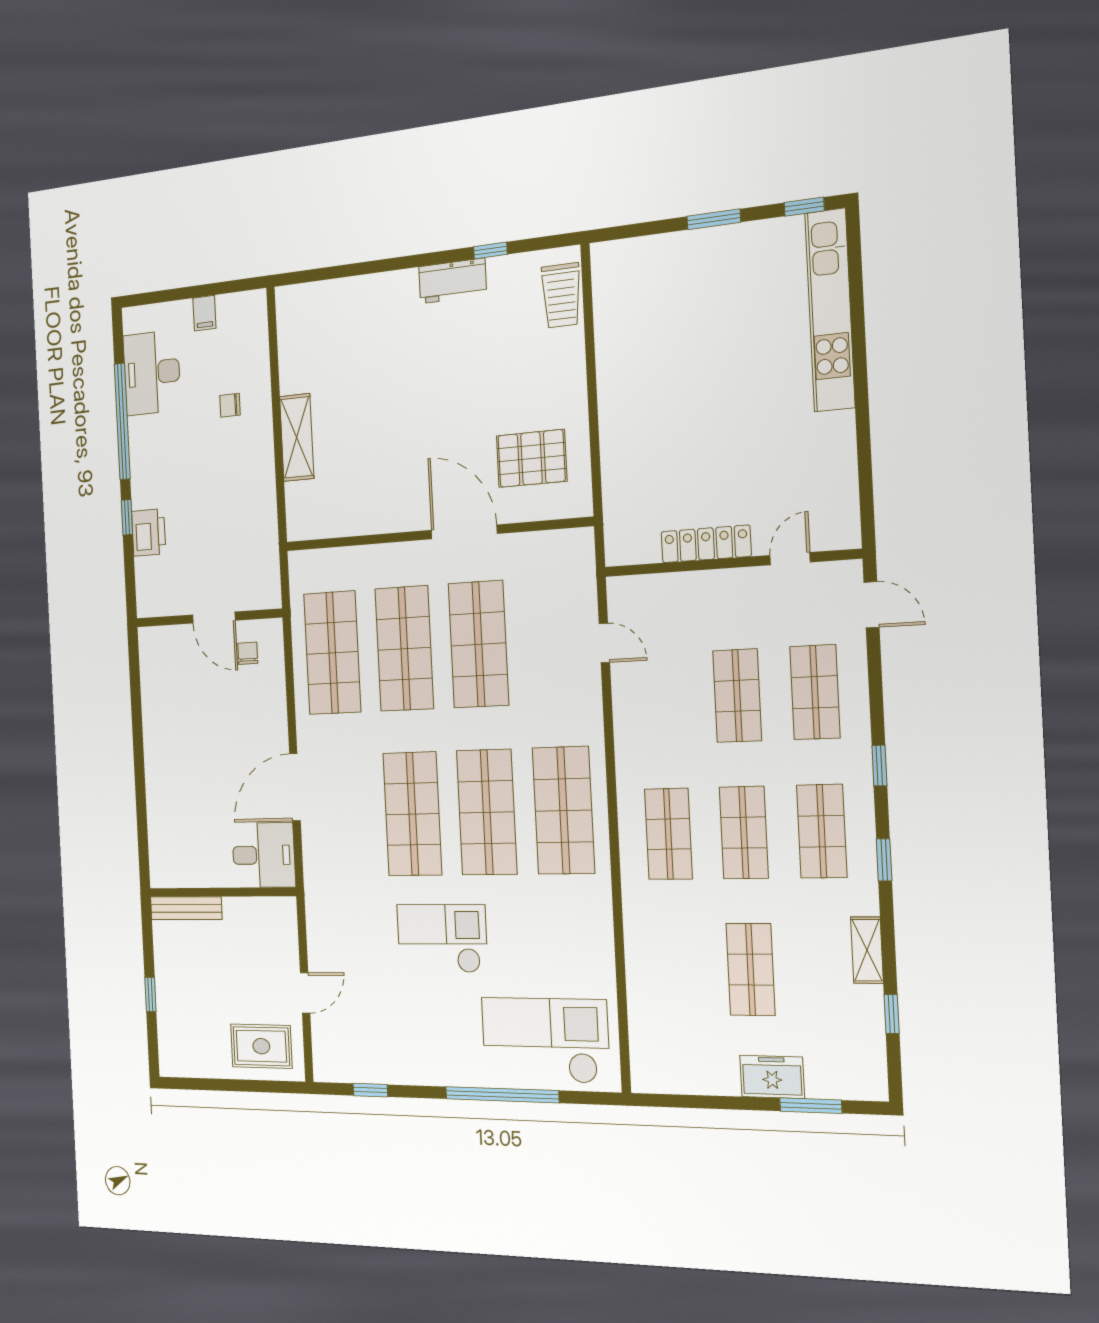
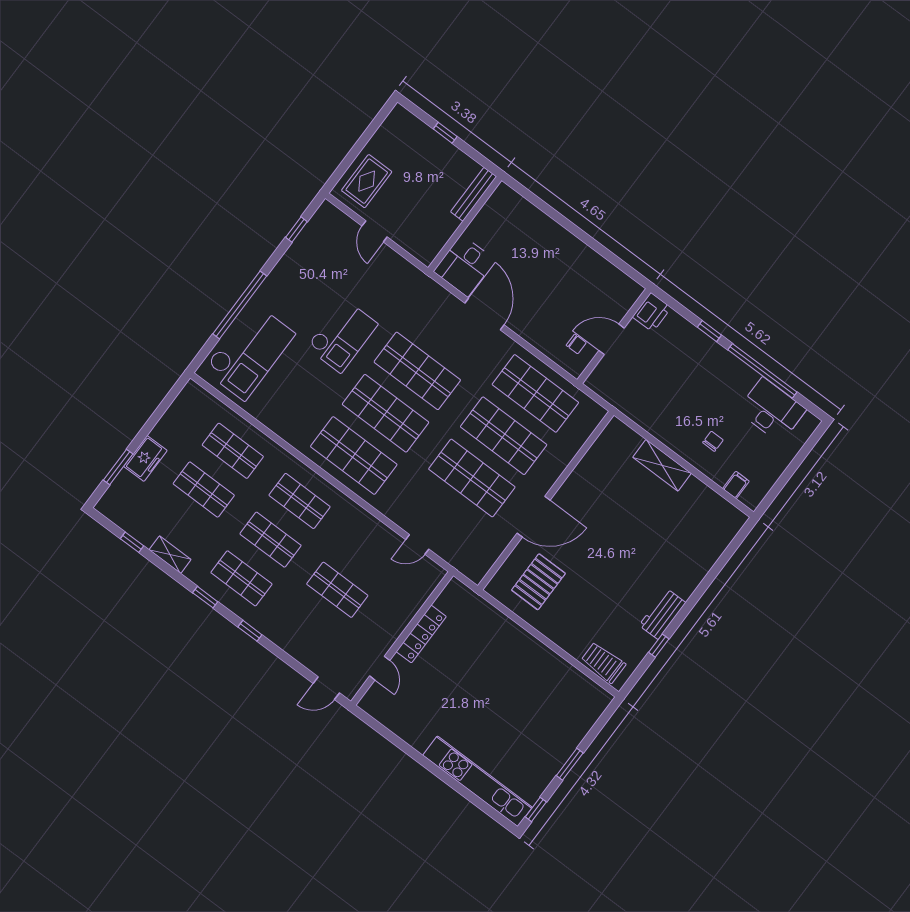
filing cabinet: (204, 313) -> (736, 485), moved, turned 90
printer: (149, 532) -> (652, 312), moved, turned -90
shop shelf: (815, 692) -> (233, 451), moved

